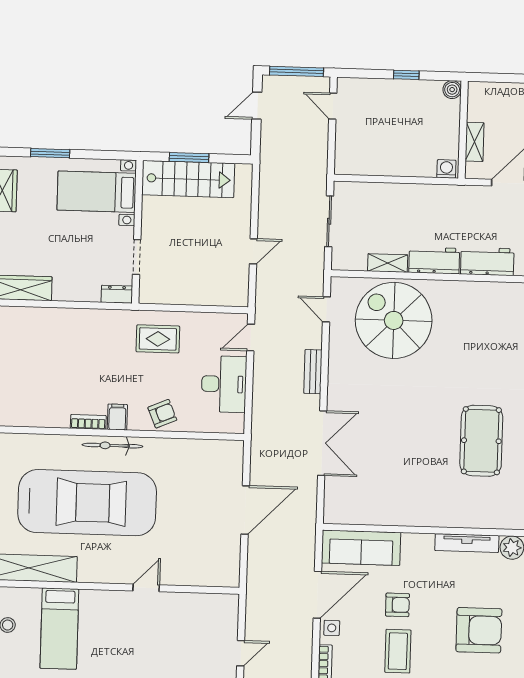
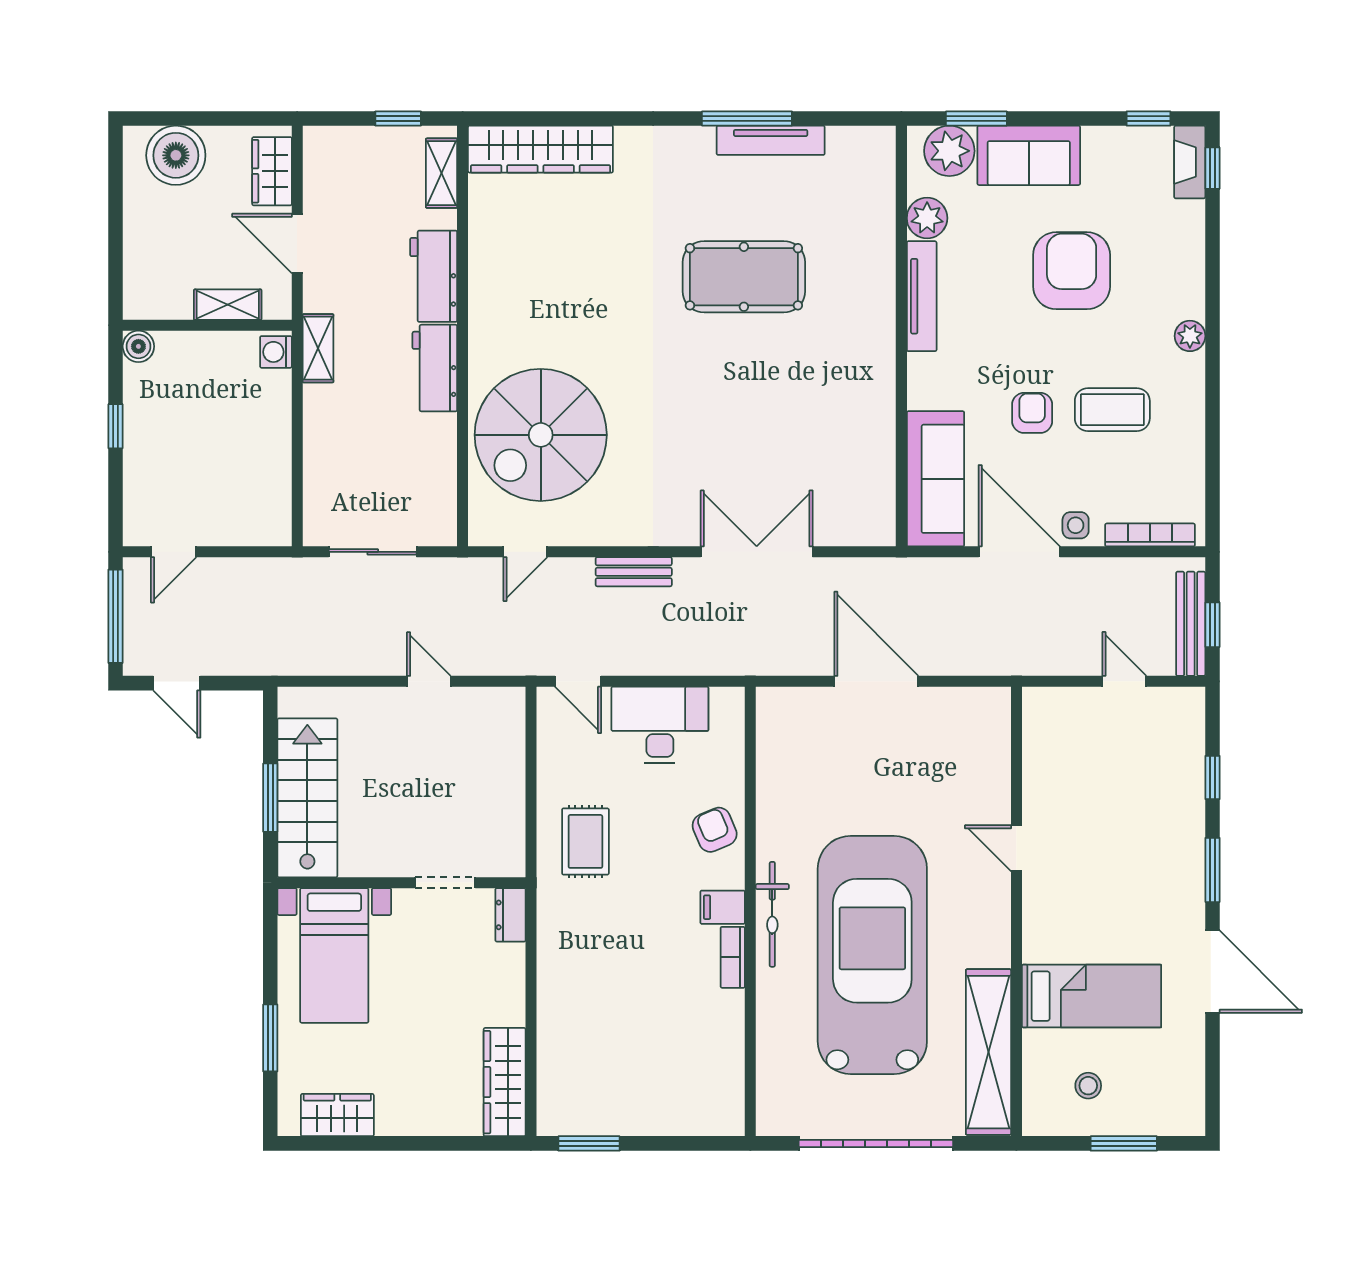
shelving: (388, 263) -> (318, 348), moved

